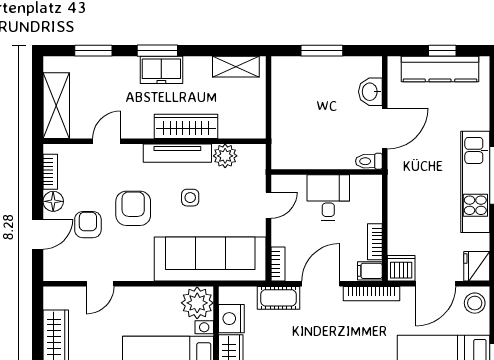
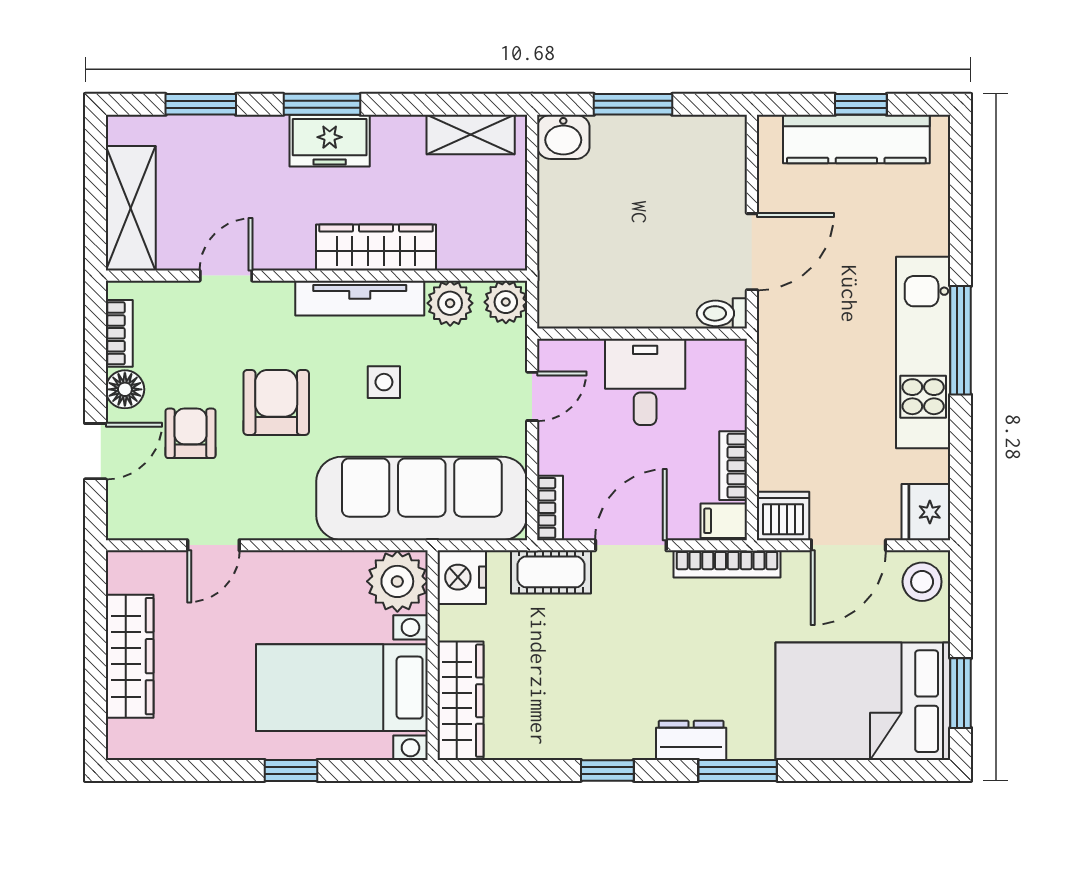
washbasin: (370, 92) -> (563, 137), moved, turned -90
plant: (255, 155) -> (506, 302), added
nightstand: (231, 319) -> (462, 577), moved

